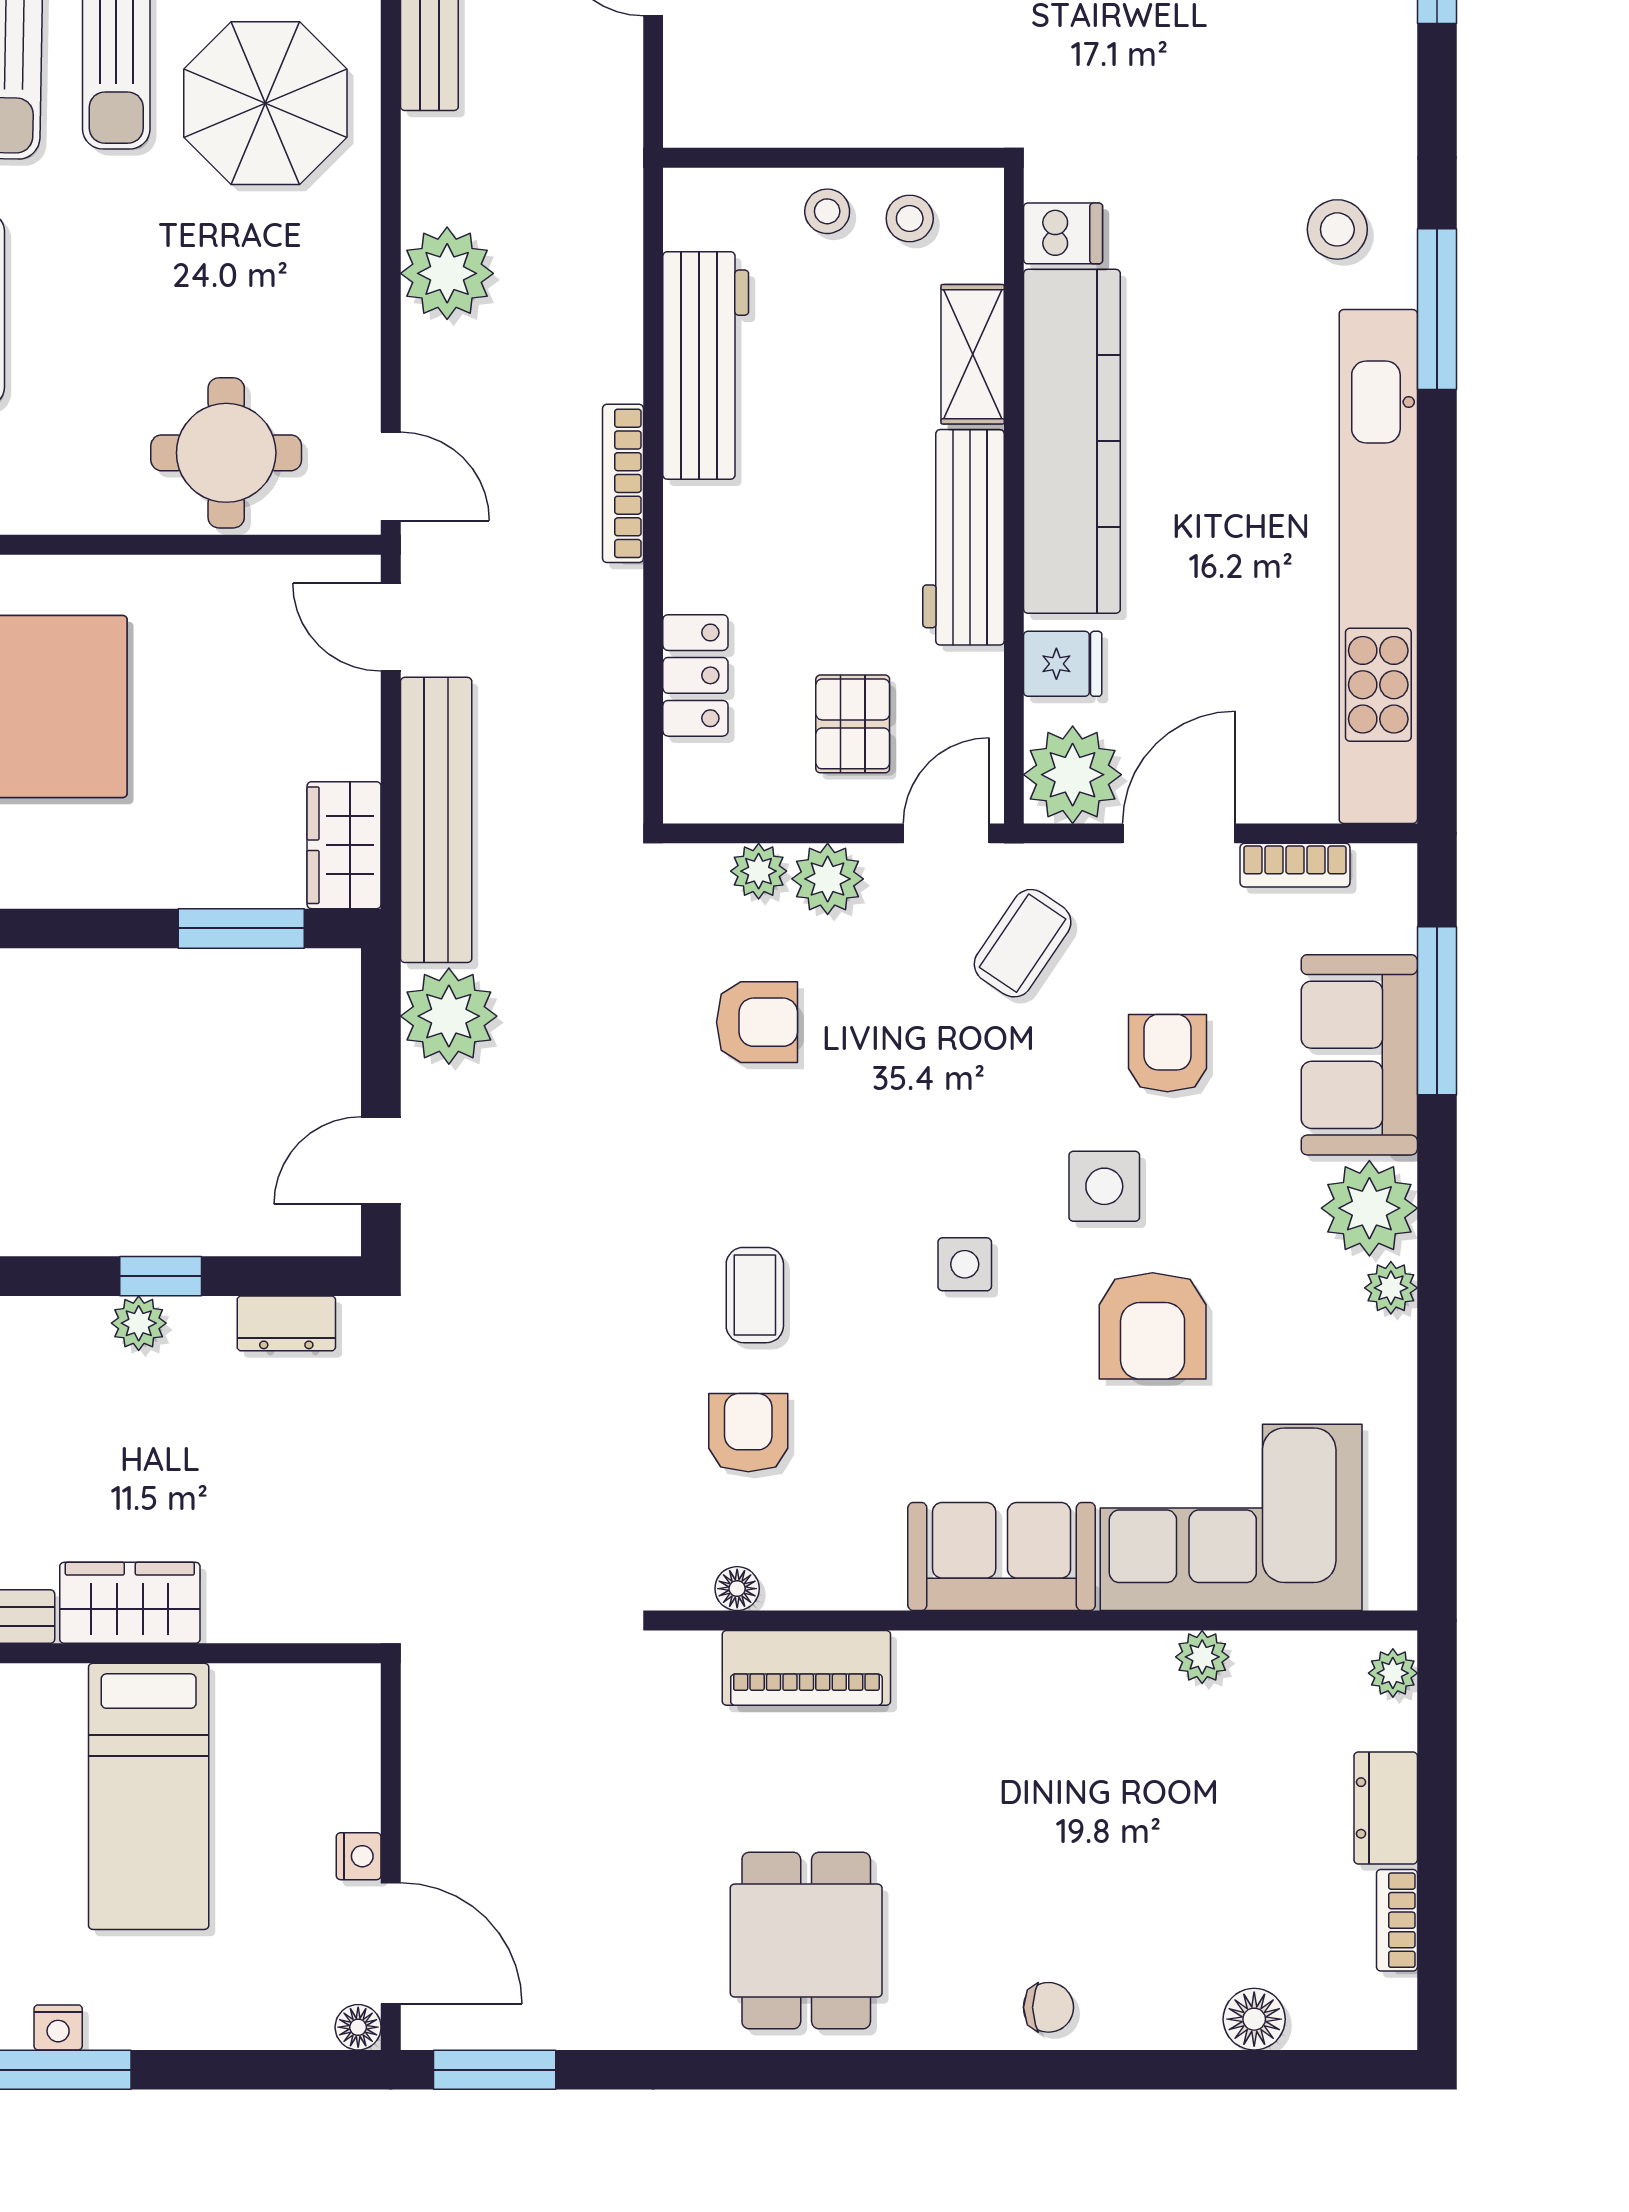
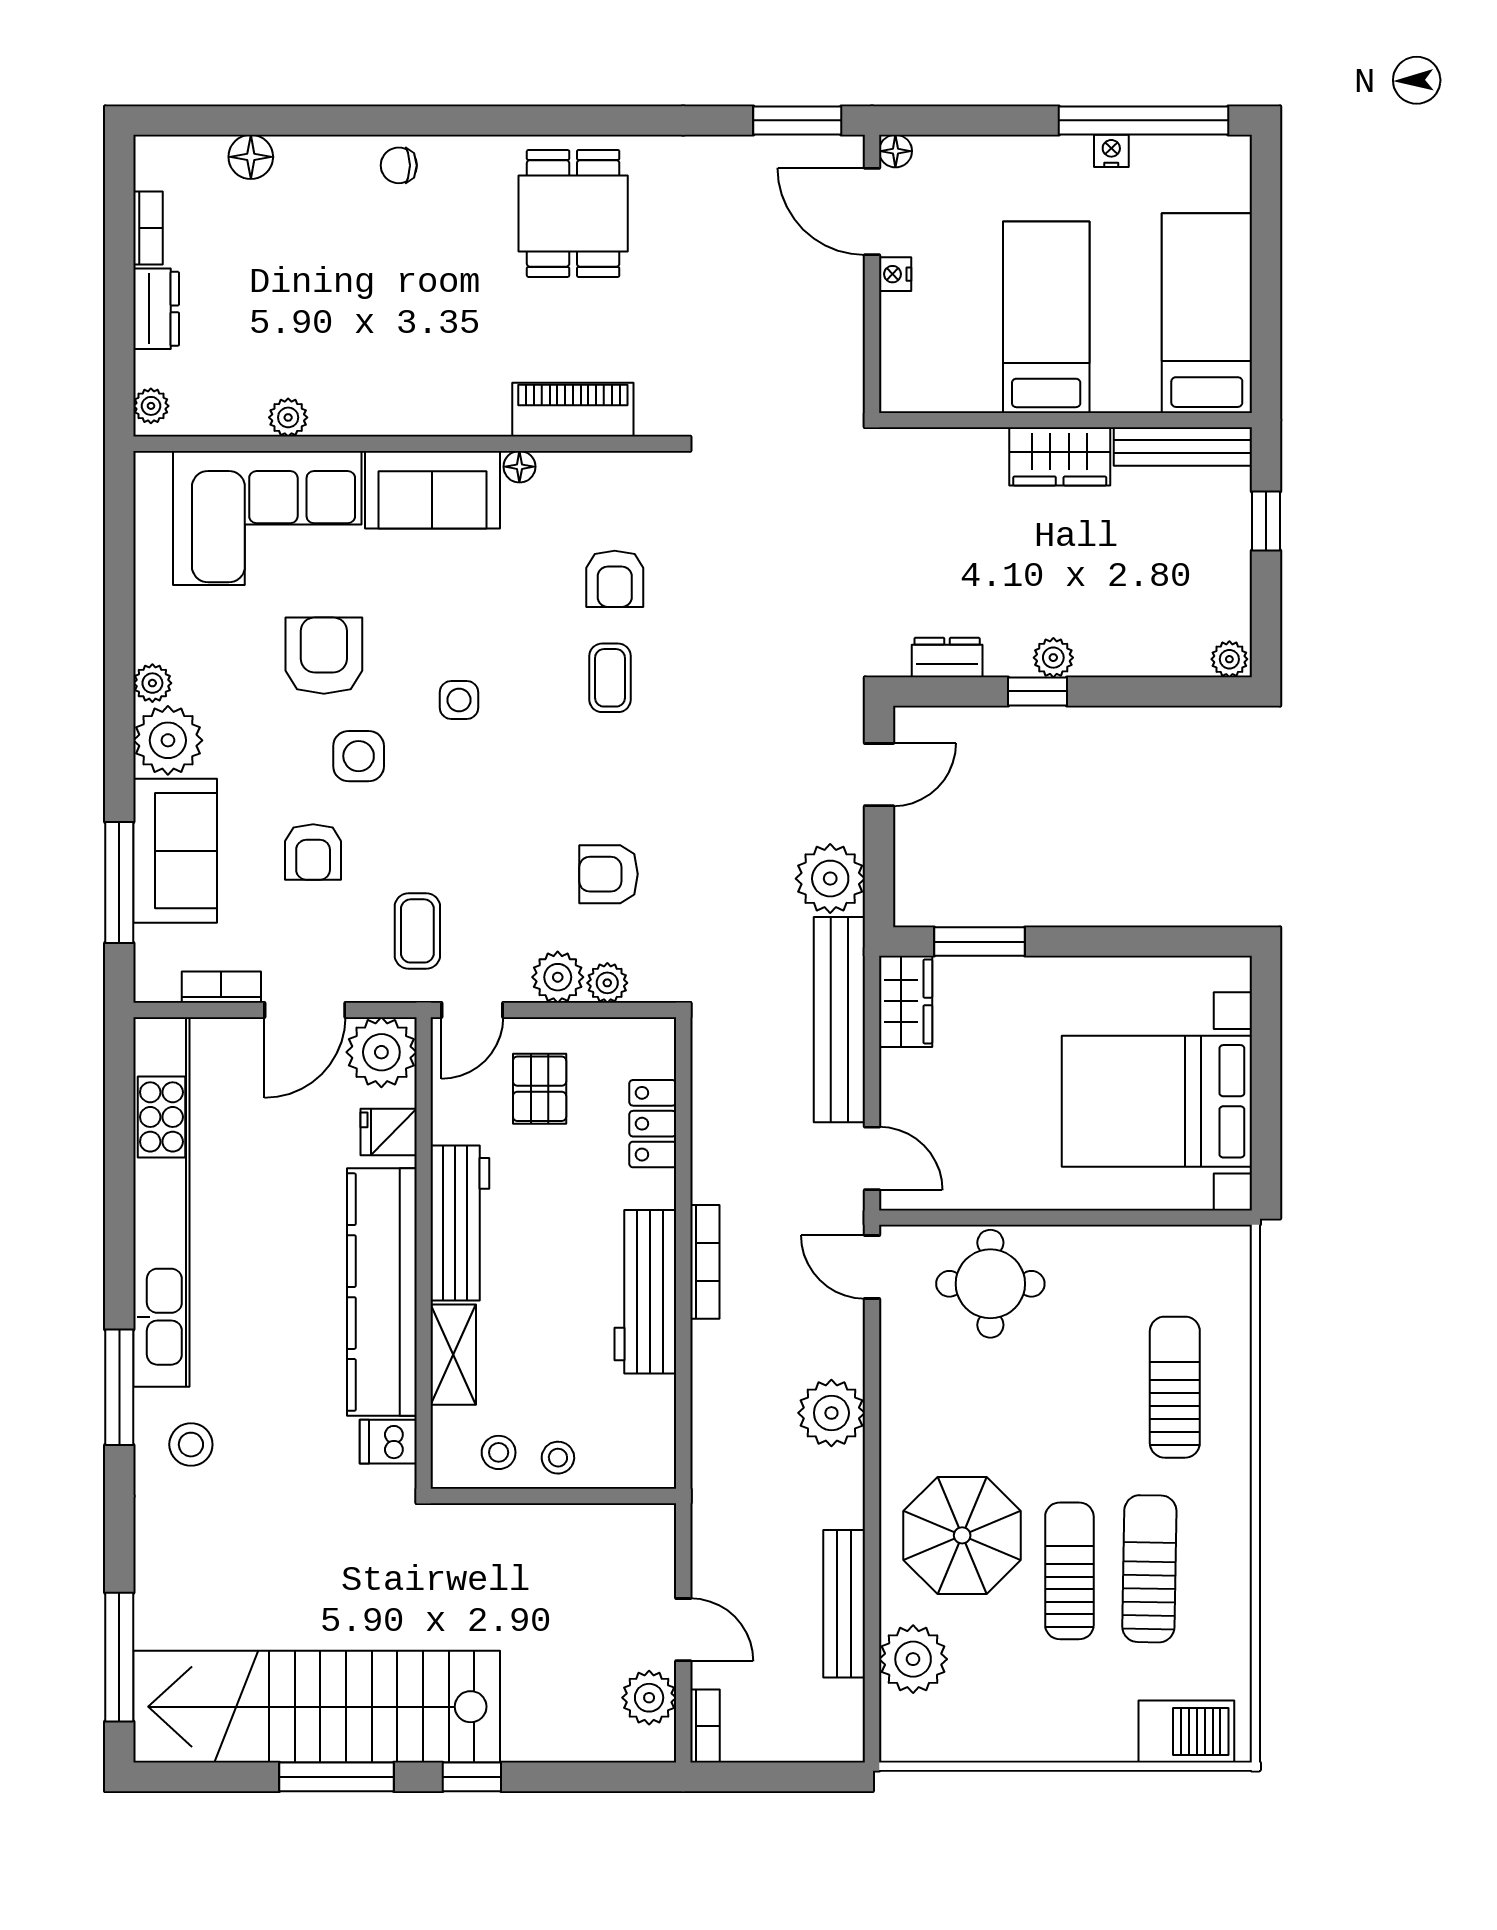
workbench: (706, 365) -> (645, 1292), moved
coffee table: (1023, 943) -> (417, 931), turned -34
floor lamp: (737, 1589) -> (519, 467), moved

